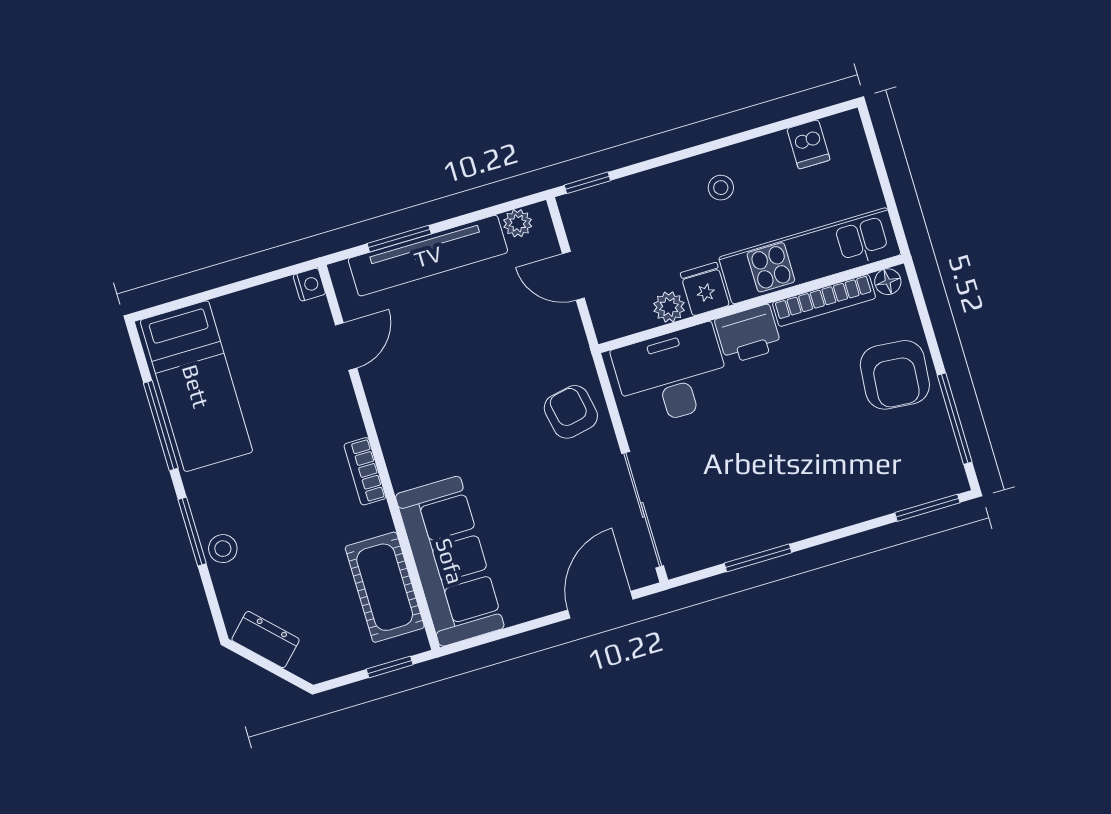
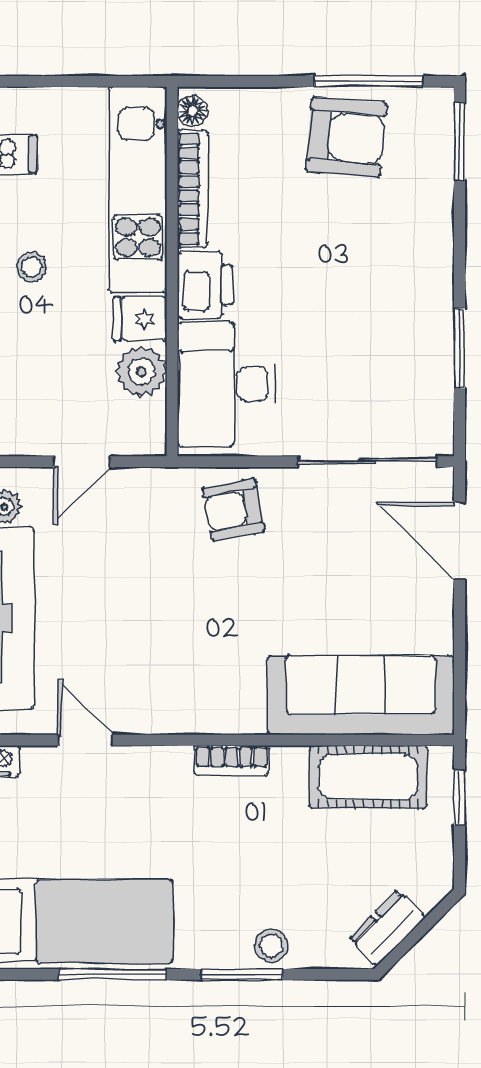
plant: (669, 307) -> (141, 372), width x1.38, depth x1.38
armchair: (895, 375) -> (346, 137), moved

